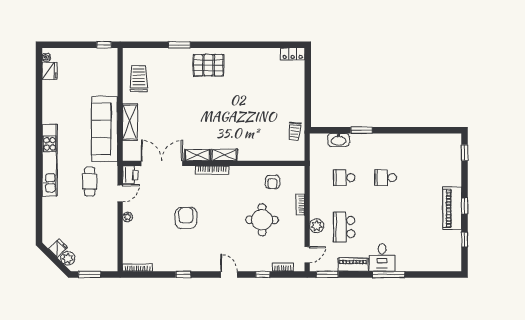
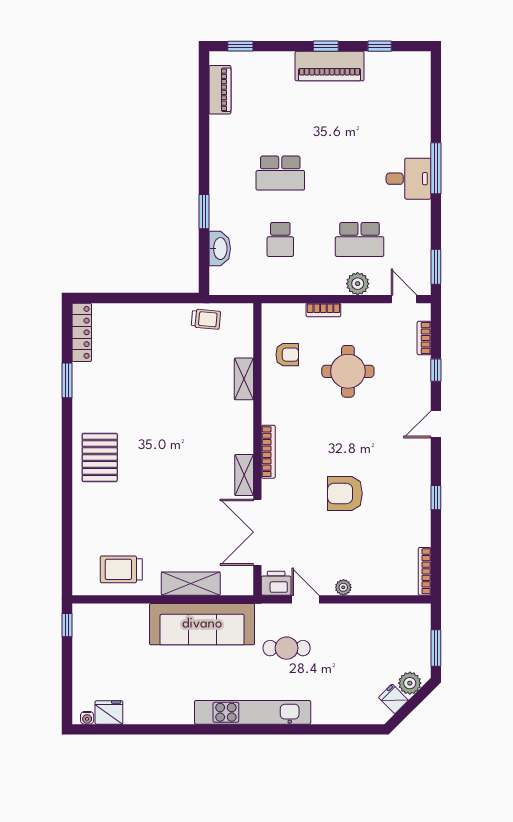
window: (179, 45) -> (67, 380), moved
locker: (293, 54) -> (82, 332), width x1.53
shelving: (224, 155) -> (244, 379), moved
school desk: (386, 178) -> (280, 173), width x1.85
piano: (353, 265) -> (220, 90), moved, turned 180

